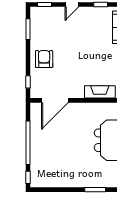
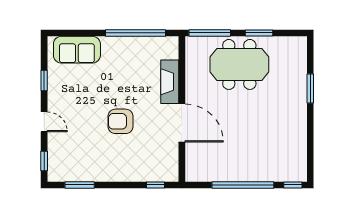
armchair: (44, 59) -> (121, 121), moved
door: (55, 100) -> (182, 123), moved

